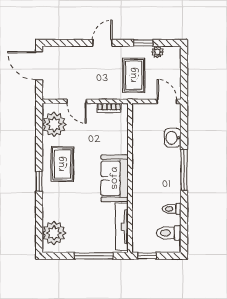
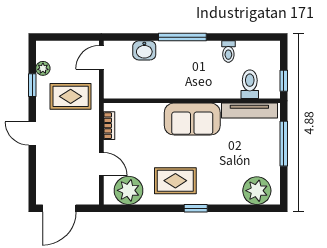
door: (76, 101) -> (101, 164), hinge flipped
toilet: (169, 233) -> (250, 84), moved, turned 180

